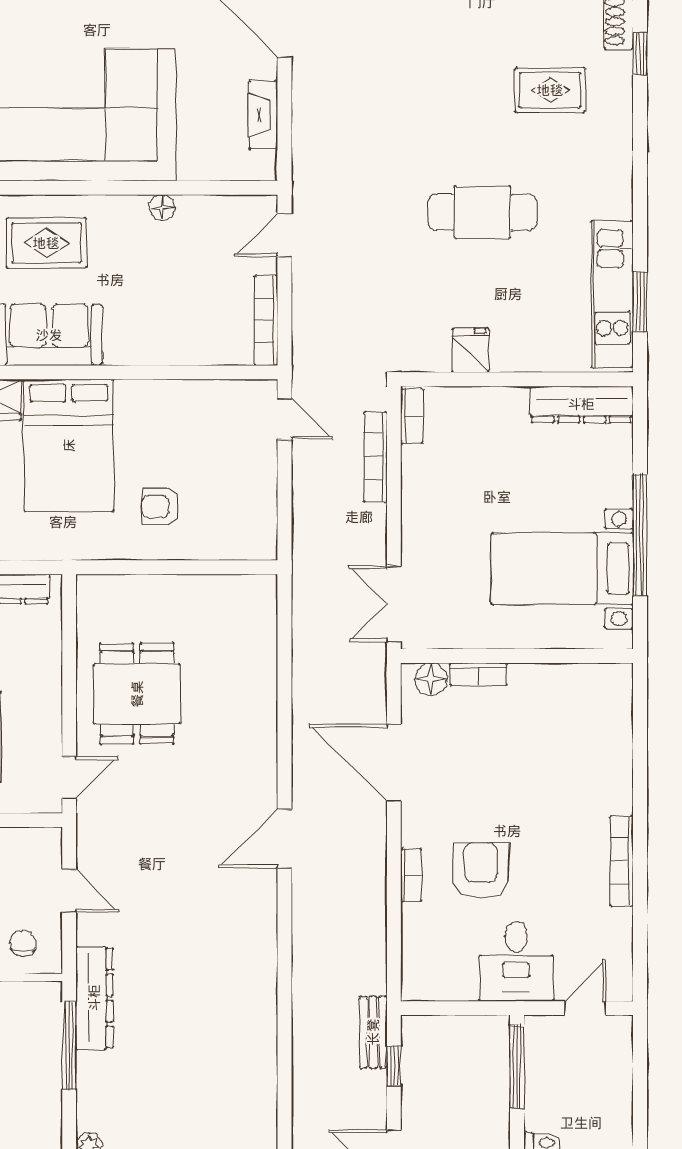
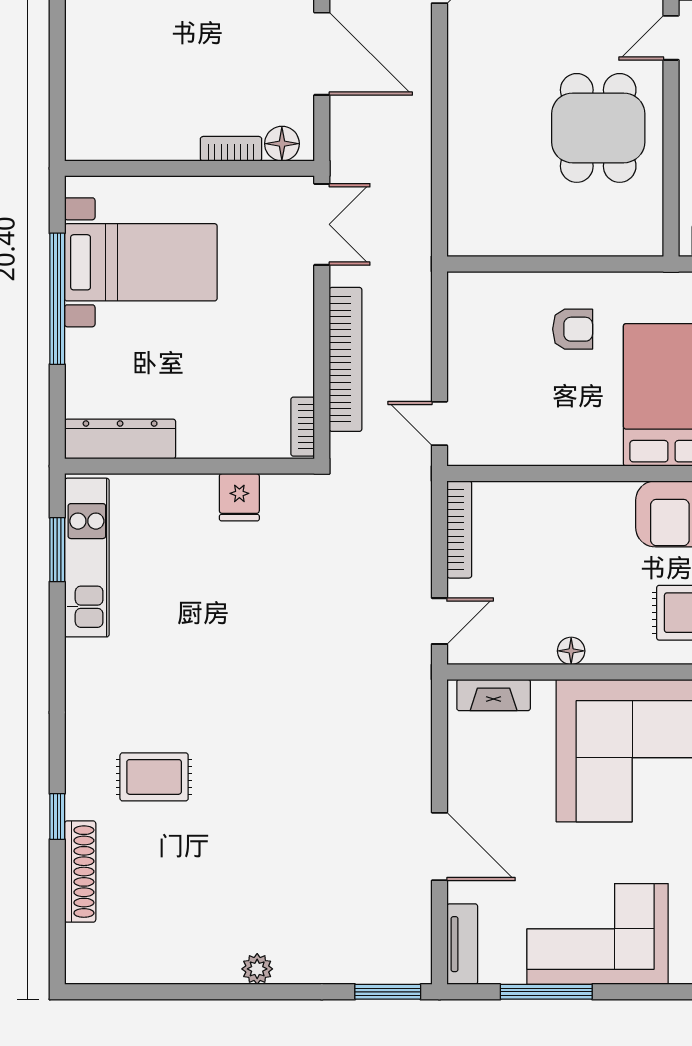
fireplace: (263, 115) -> (494, 695), moved, turned 90
cafe table: (482, 212) -> (227, 646), removed
bookcase: (375, 457) -> (346, 359), width x1.48, depth x1.31

